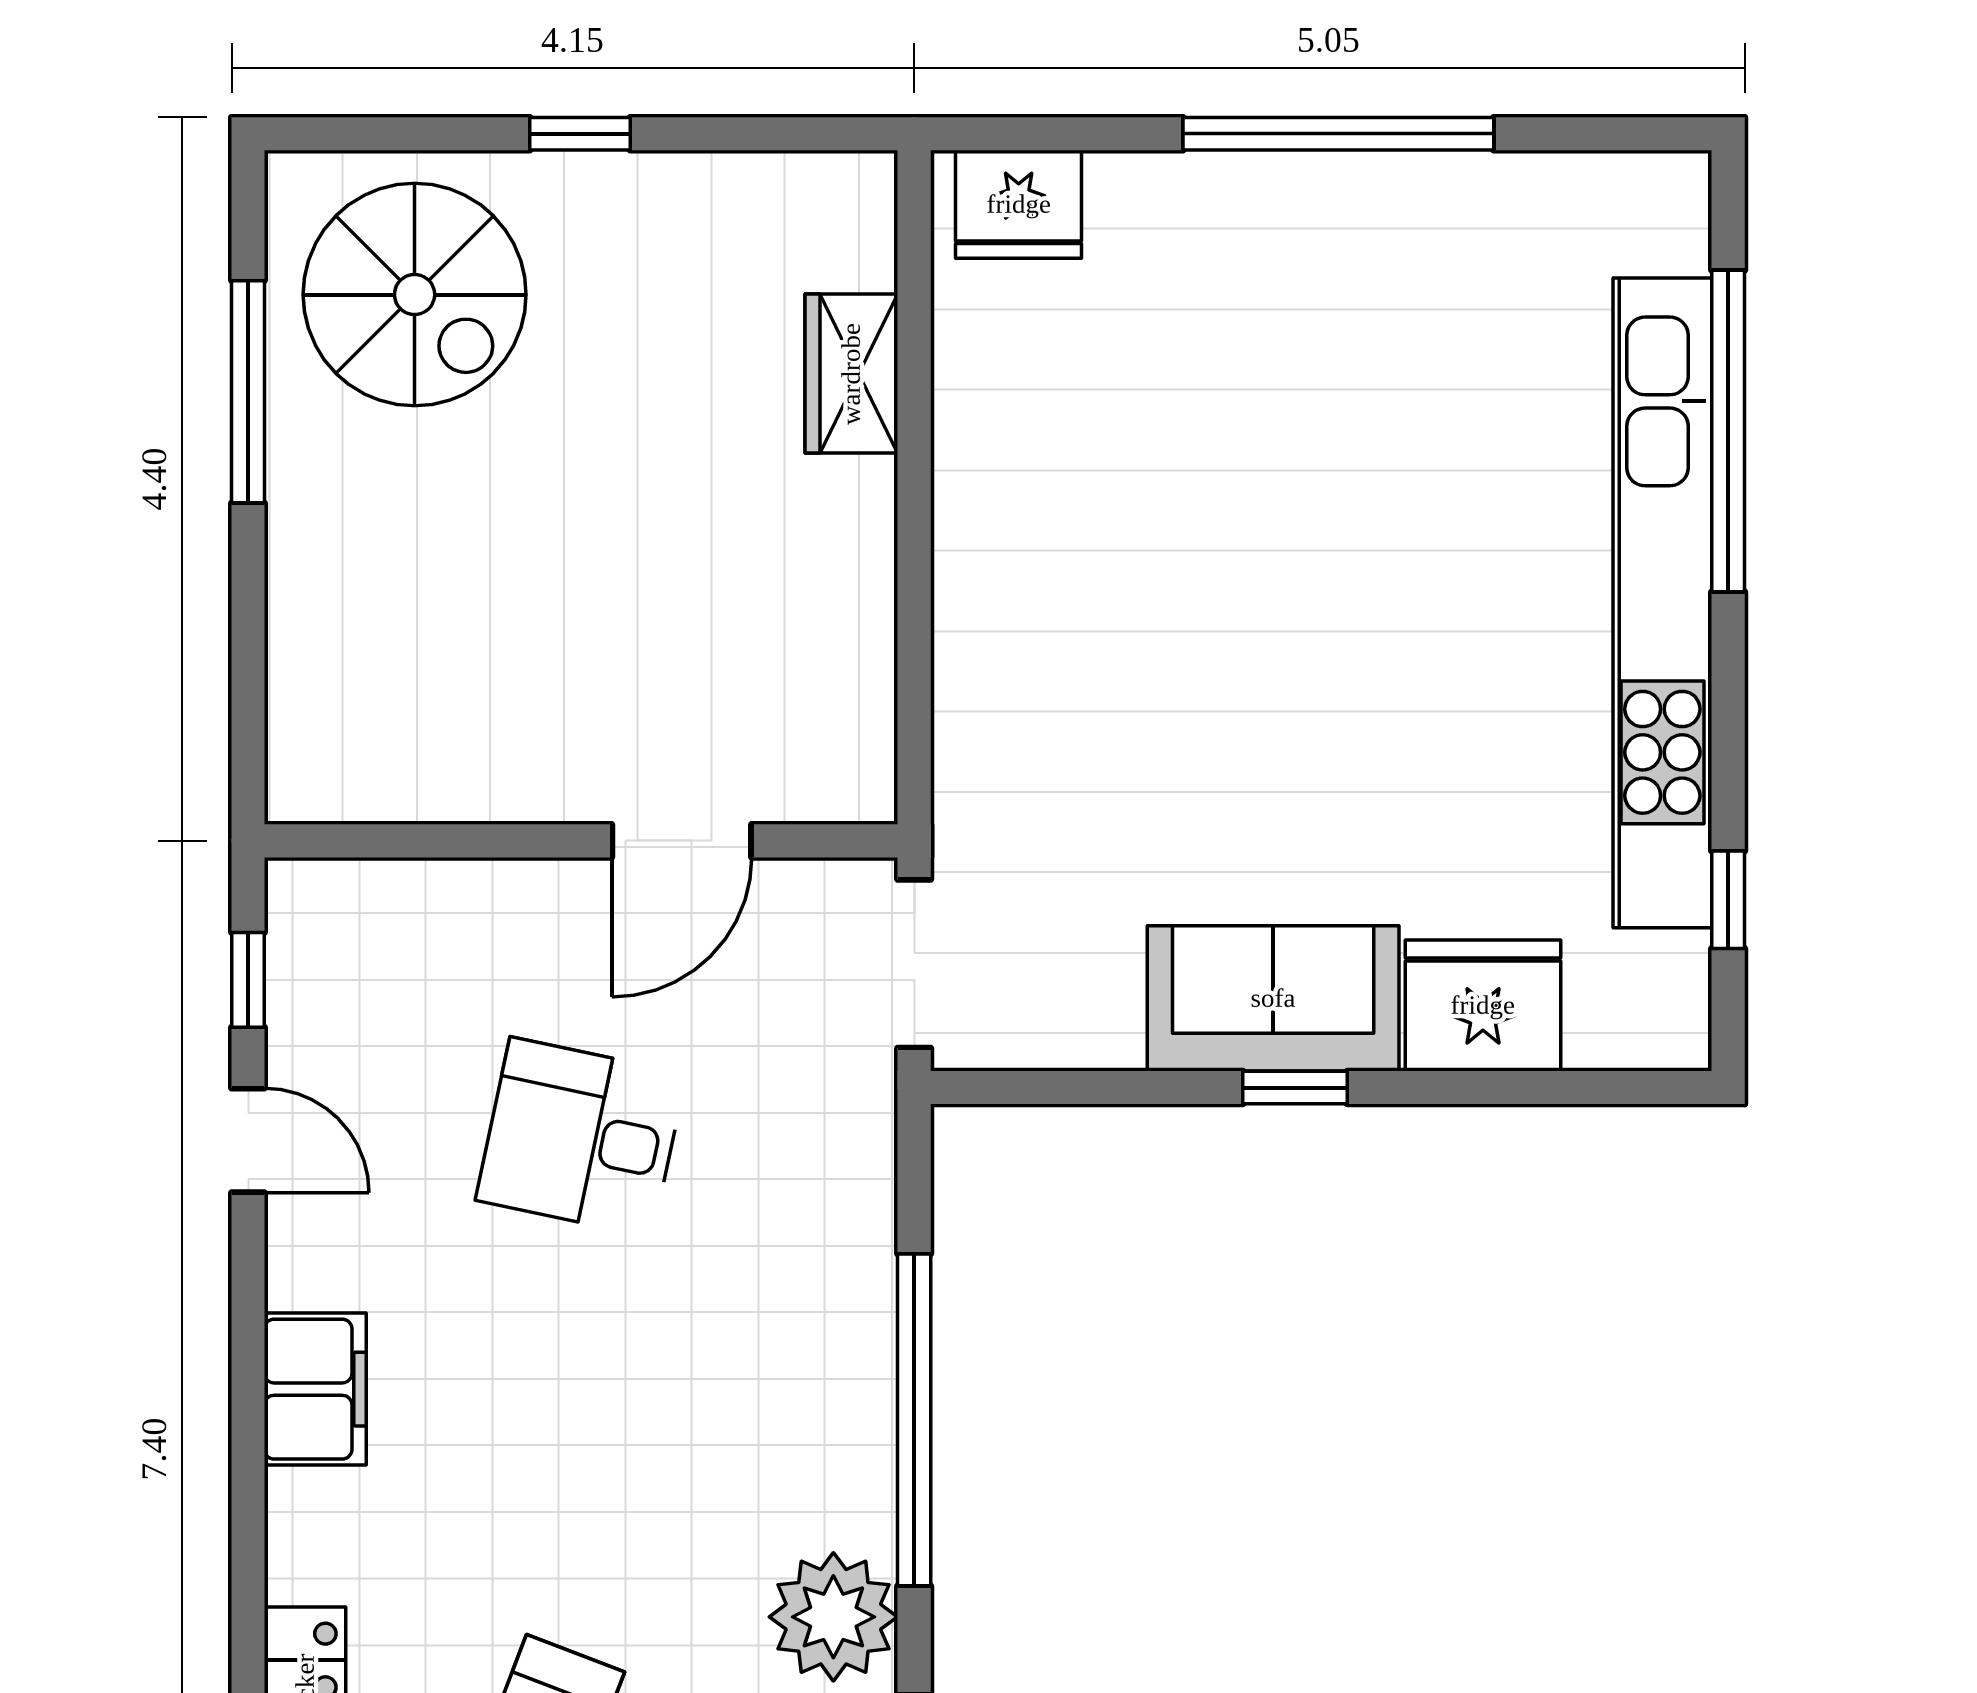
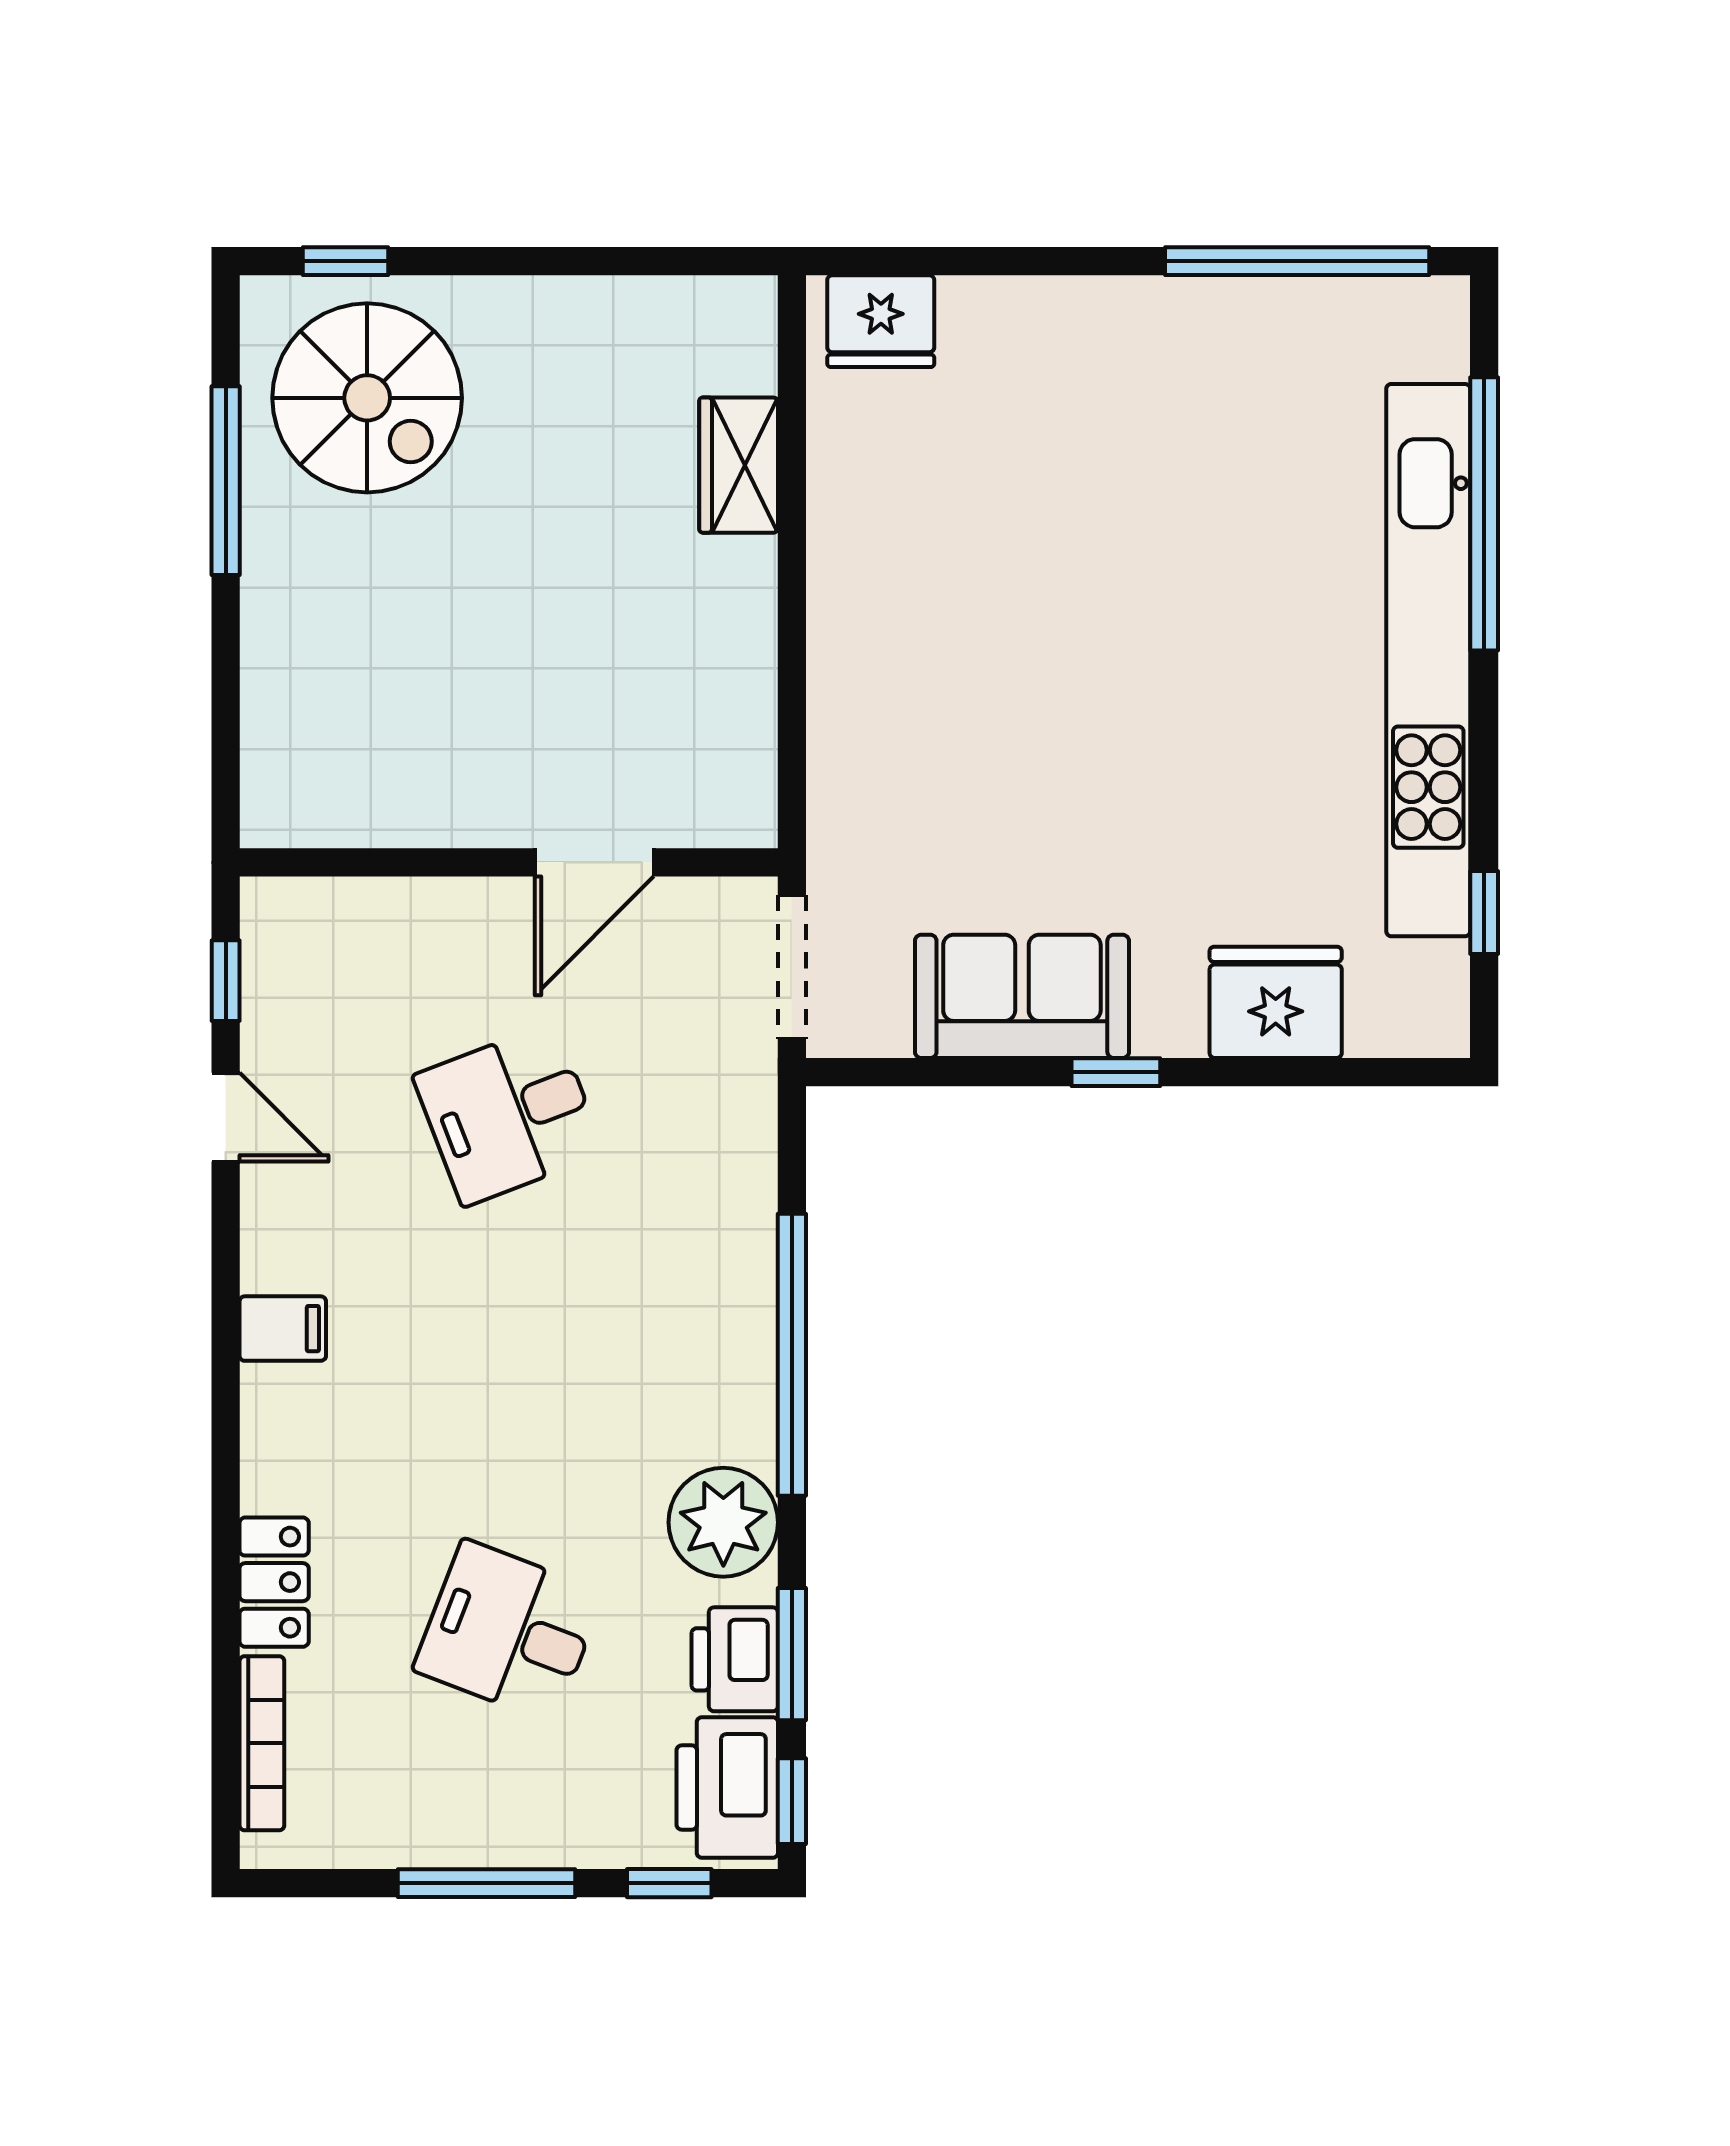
window: (580, 134) -> (346, 261), moved
window: (1338, 134) -> (1297, 261), moved
sofa: (1273, 998) -> (1022, 996), moved
desk: (581, 1137) -> (509, 1114), turned -33
filing cabinet: (315, 1389) -> (283, 1329), width x0.50

